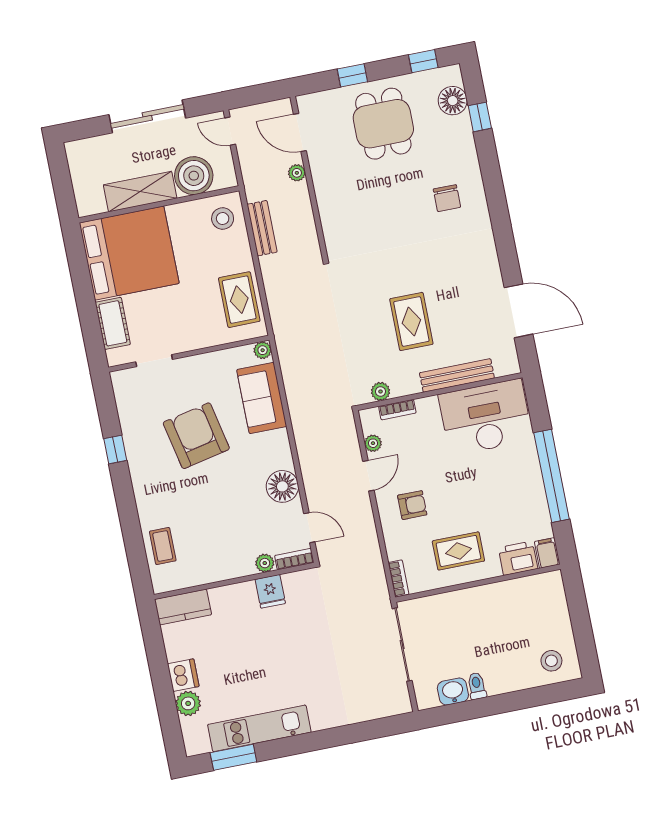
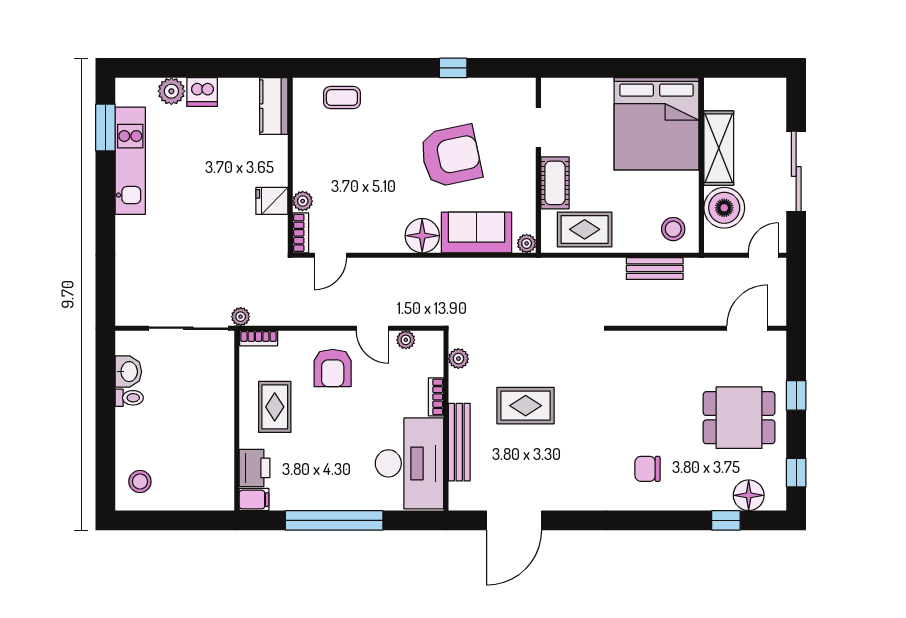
plant: (297, 173) -> (241, 317), moved
cot: (113, 323) -> (555, 183), moved, turned 90
bookcase: (397, 410) -> (436, 397), moved
floor lamp: (282, 486) -> (422, 236), moved
armchair: (412, 505) -> (333, 368), width x1.38, depth x1.38

